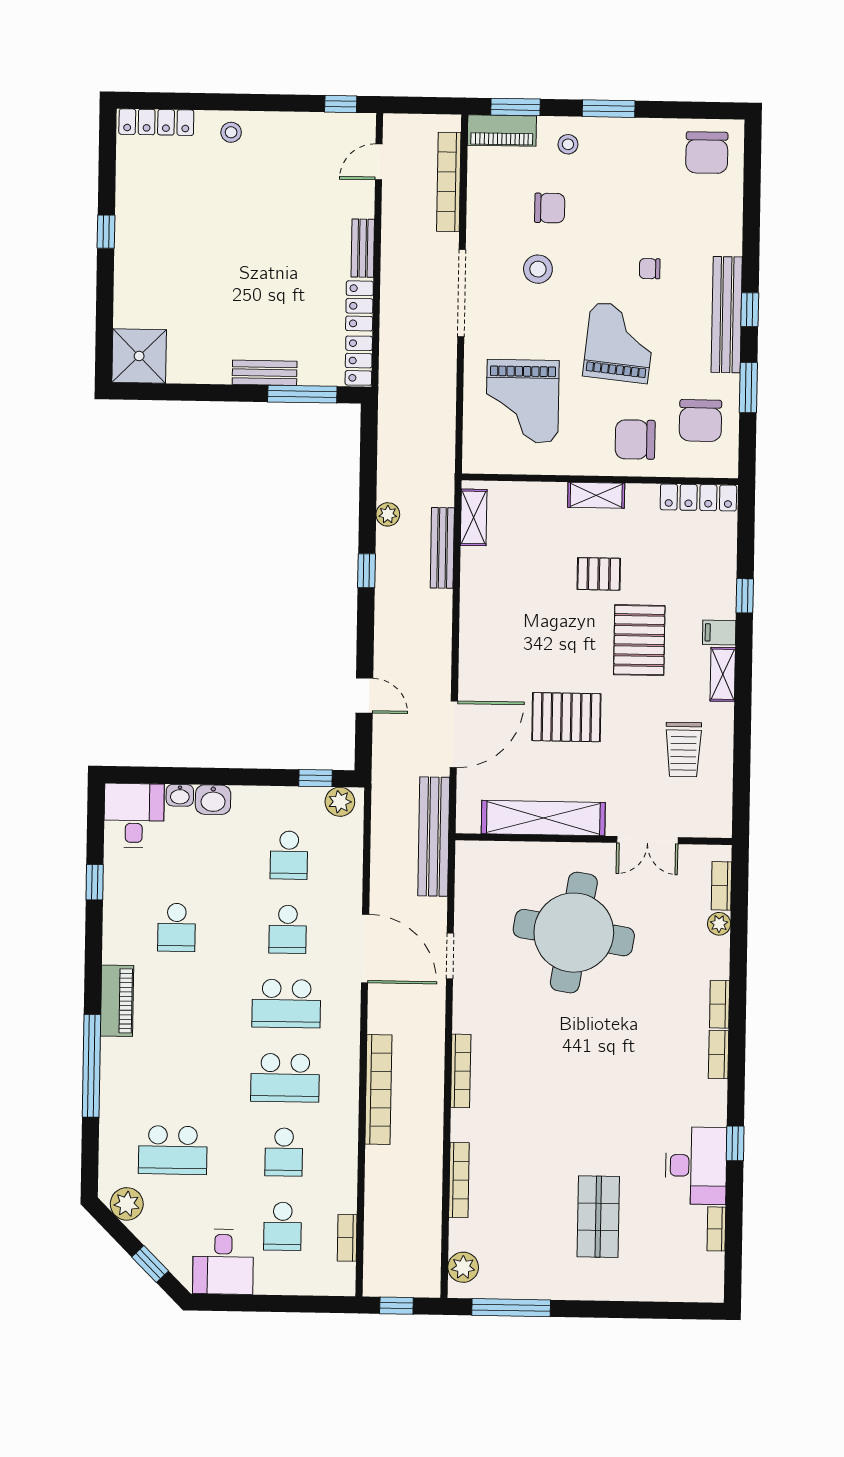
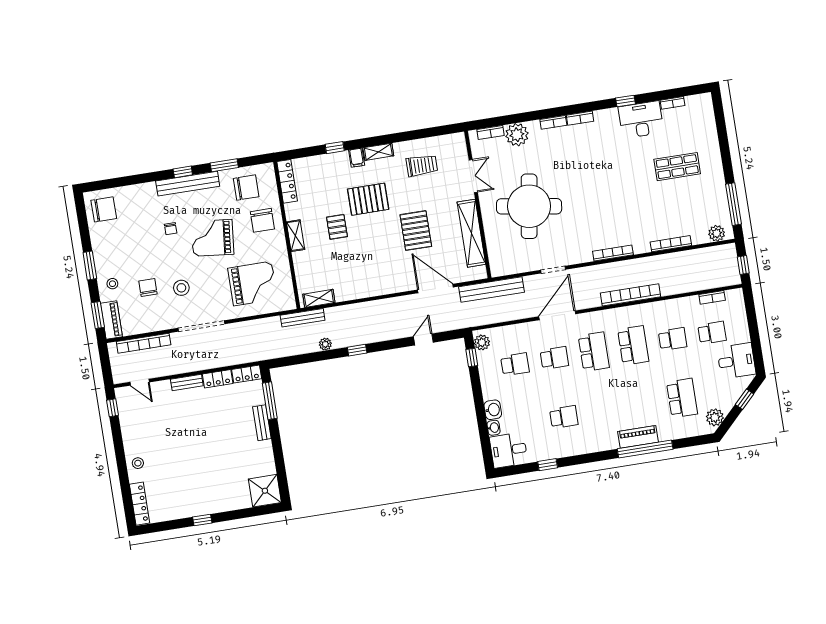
bench: (442, 548) -> (303, 318), moved
plant: (719, 924) -> (517, 135), width x1.88, depth x1.88
piano: (117, 1001) -> (638, 437), moved

